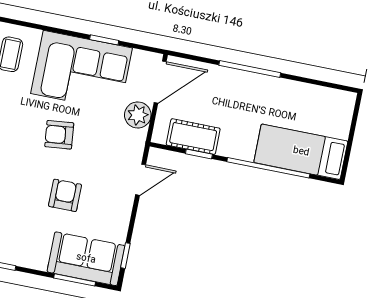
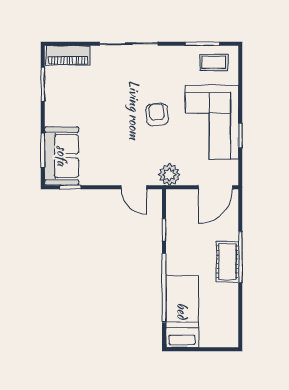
door: (160, 82) -> (215, 187), hinge flipped
plant: (138, 115) -> (169, 175), moved
cot: (193, 137) -> (227, 262), moved
armchair: (65, 195) -> (109, 129), removed

